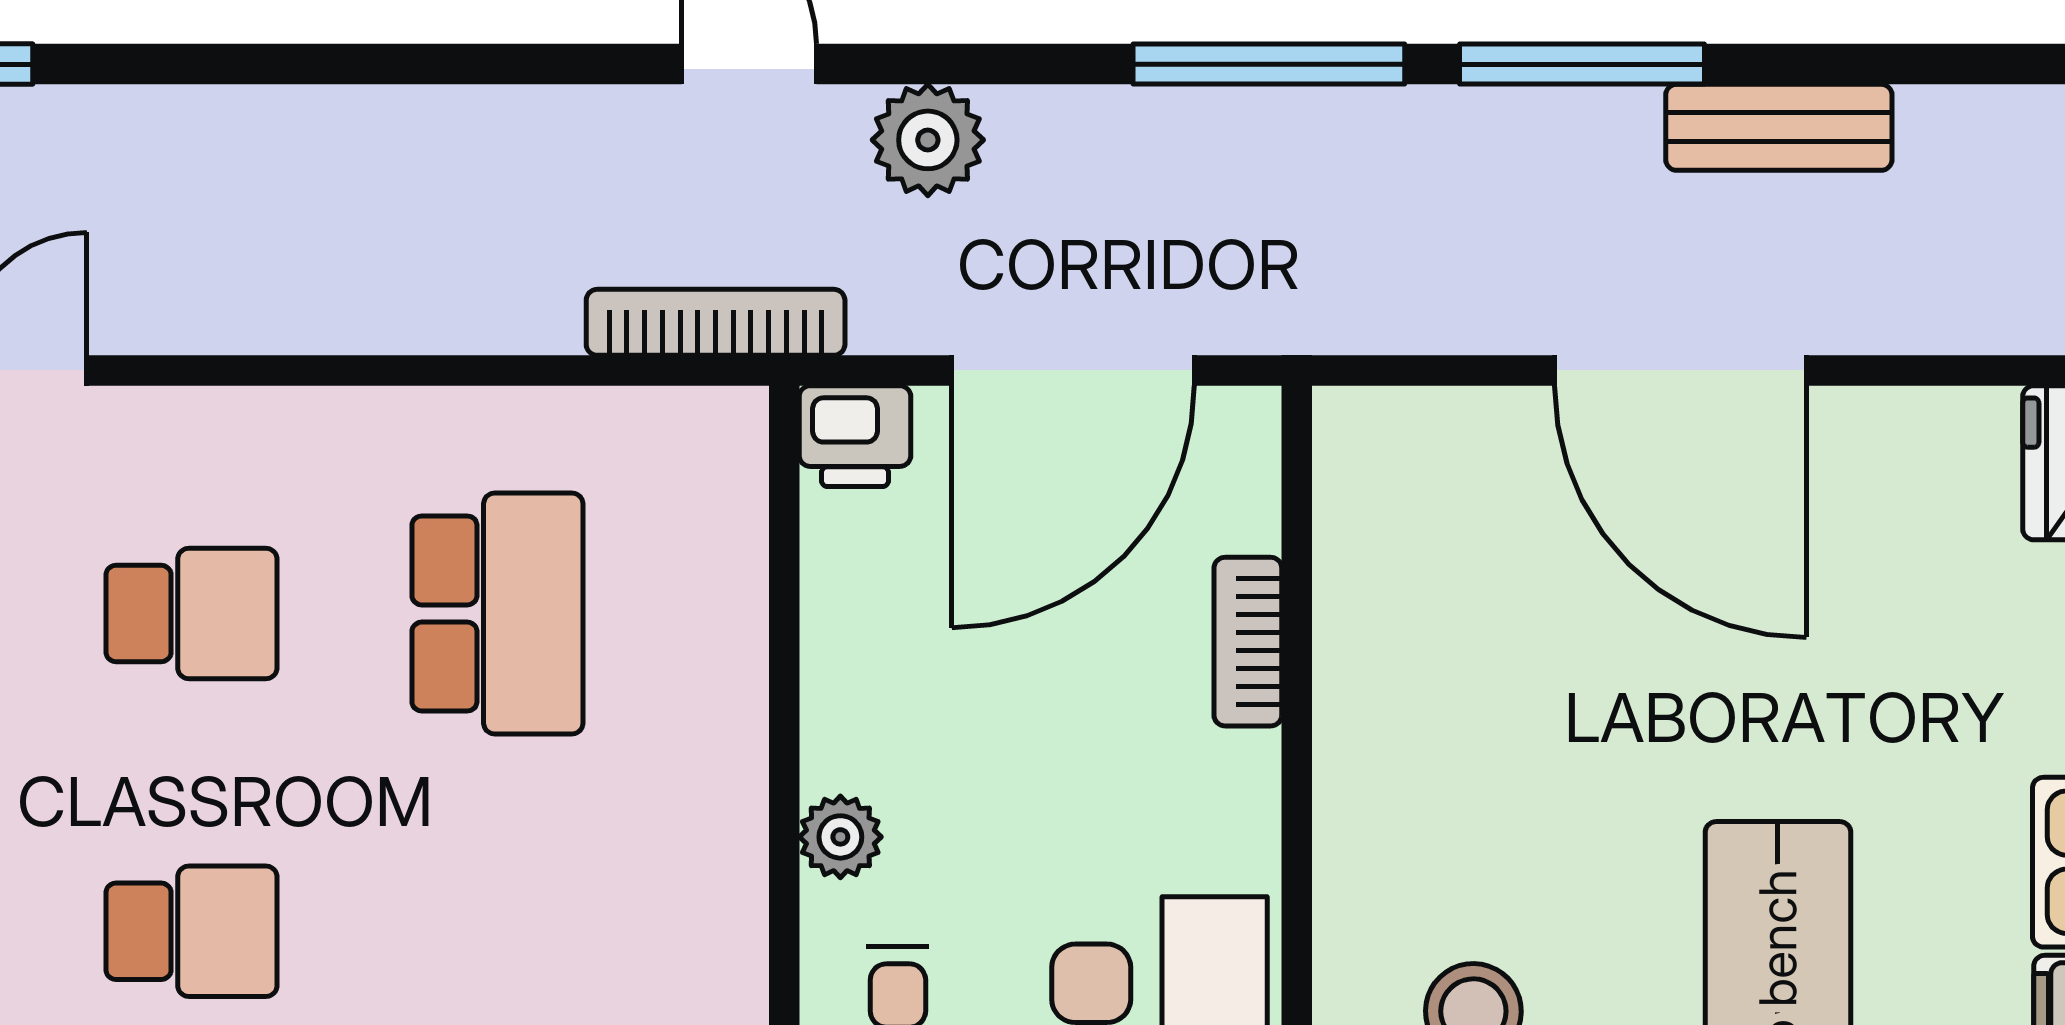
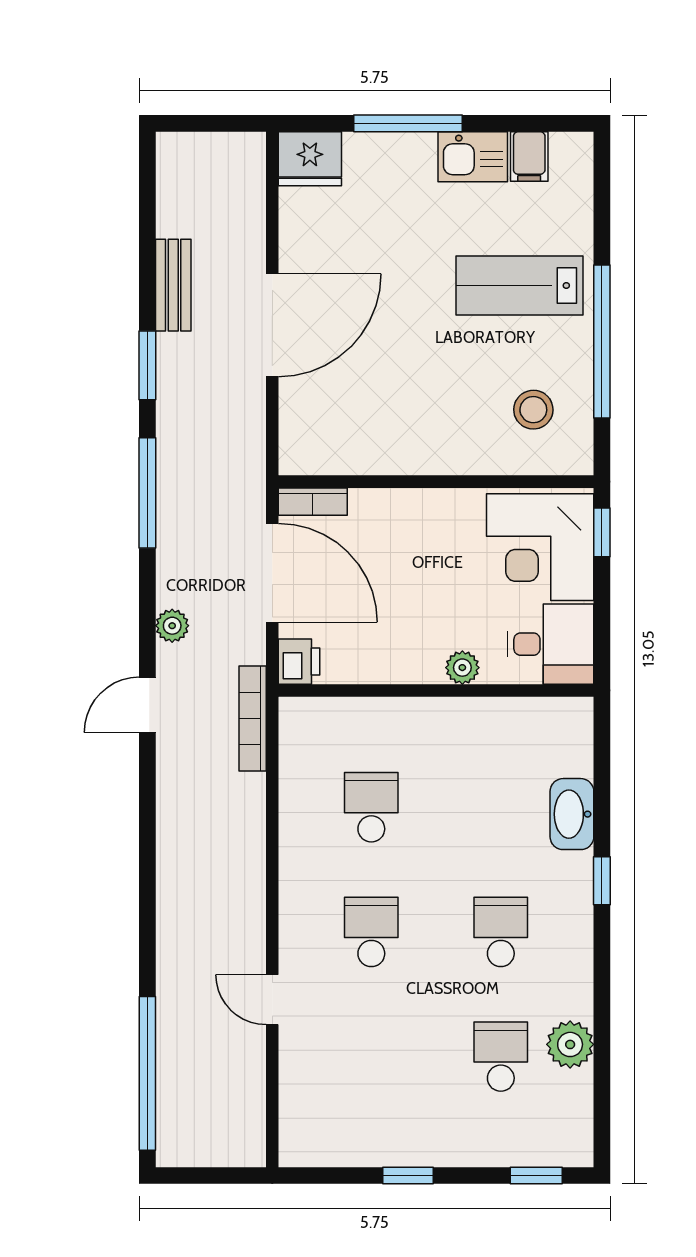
window: (1582, 64) -> (147, 365), width x0.69
plant: (928, 140) -> (172, 626), width x0.73, depth x0.73
school desk: (497, 613) -> (371, 807), width x0.54
bookcase: (1248, 642) -> (313, 502), moved

